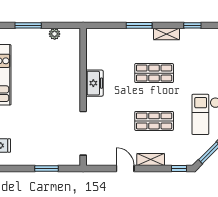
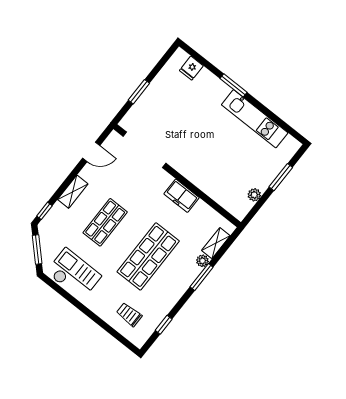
plant: (128, 34) -> (202, 261), added
shelving: (166, 34) -> (216, 243), moved
trolley: (204, 55) -> (129, 315), added
shop shelf: (154, 73) -> (148, 256), width x1.43, depth x1.36
door: (125, 169) -> (91, 152), moved

